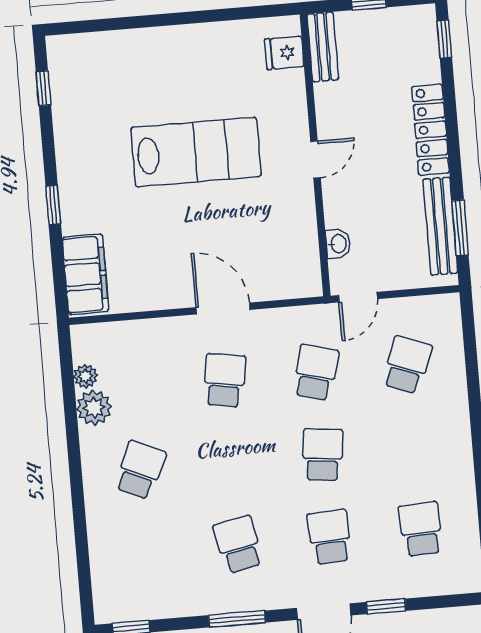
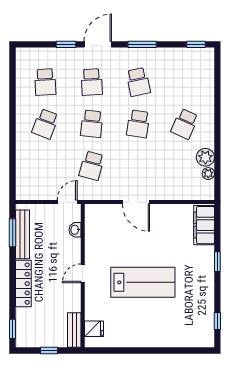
lab bench: (196, 152) -> (143, 282), turned 180
school desk: (407, 365) -> (45, 124), moved
school desk: (224, 380) -> (138, 124), moved

